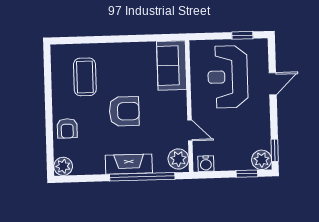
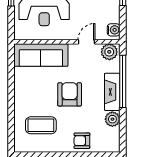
sofa: (172, 65) -> (41, 55), width x1.36
armchair: (67, 128) -> (82, 141), turned 180
plant: (63, 166) -> (112, 119), moved

